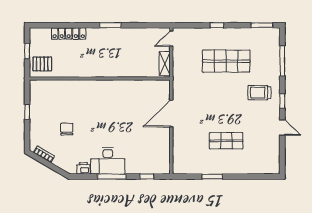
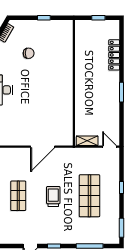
pallet: (42, 64) -> (87, 31), removed
trolley: (259, 93) -> (53, 197), moved
door: (171, 114) -> (43, 147), swing flipped

